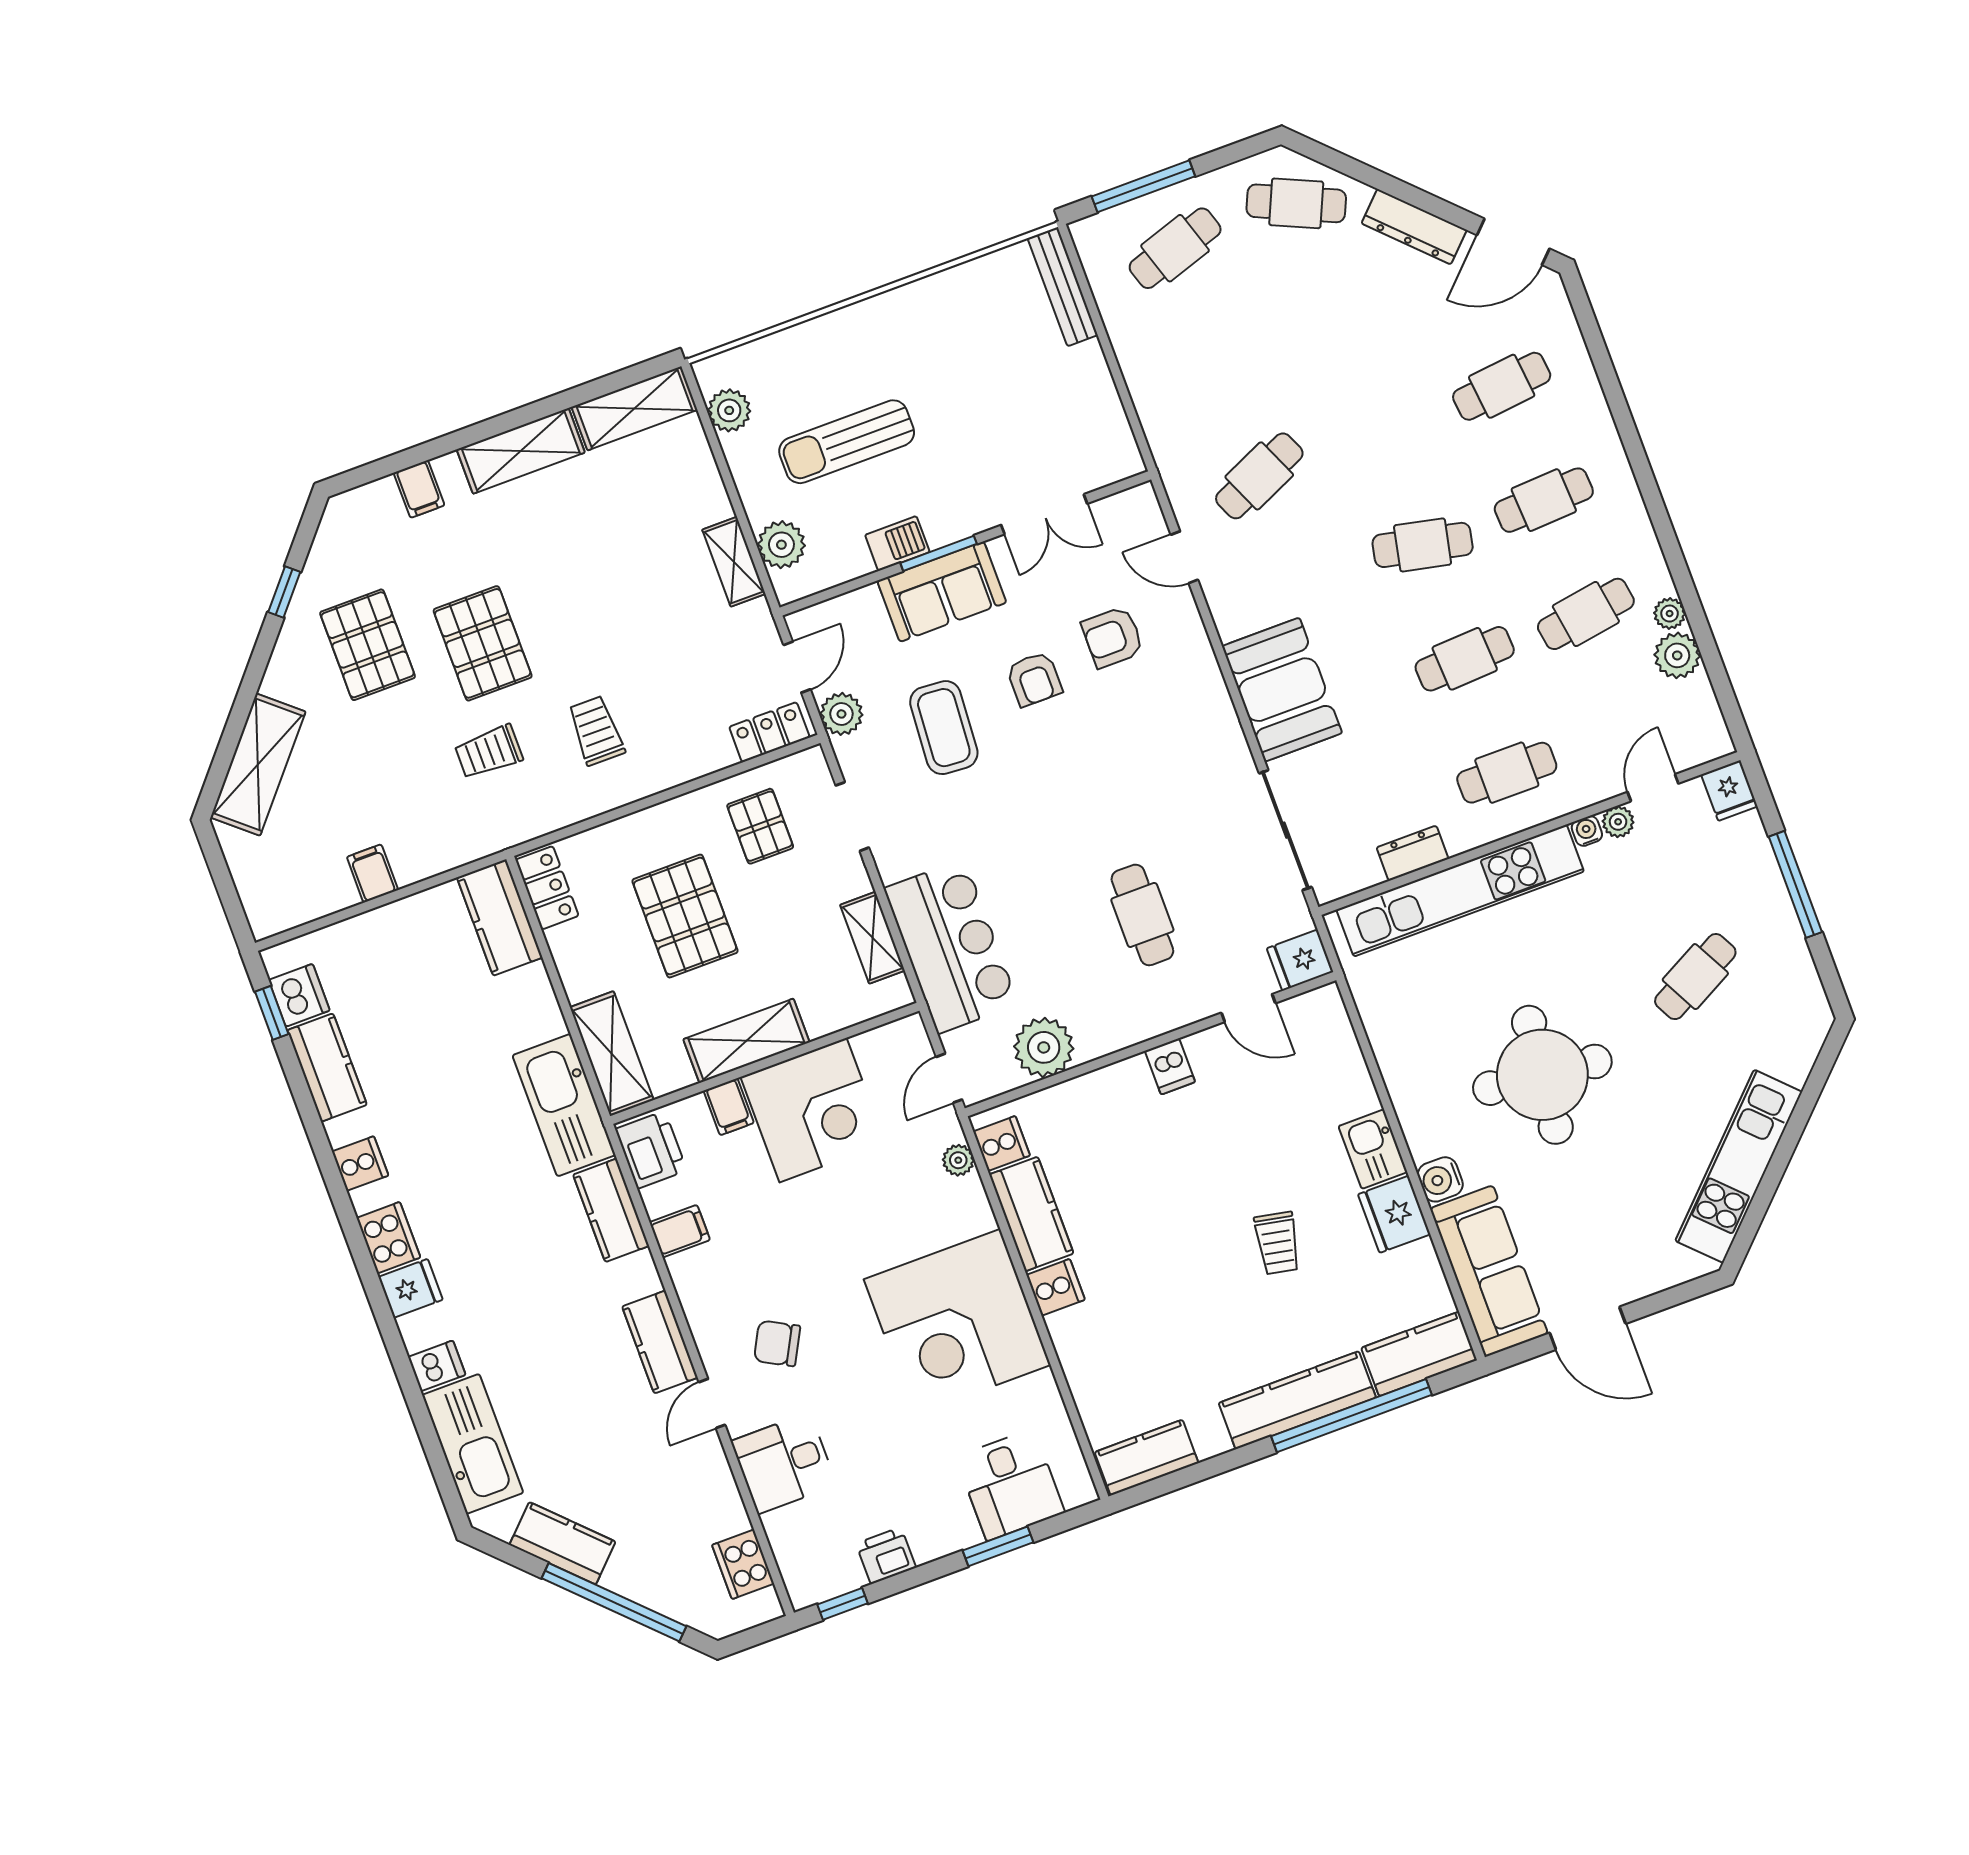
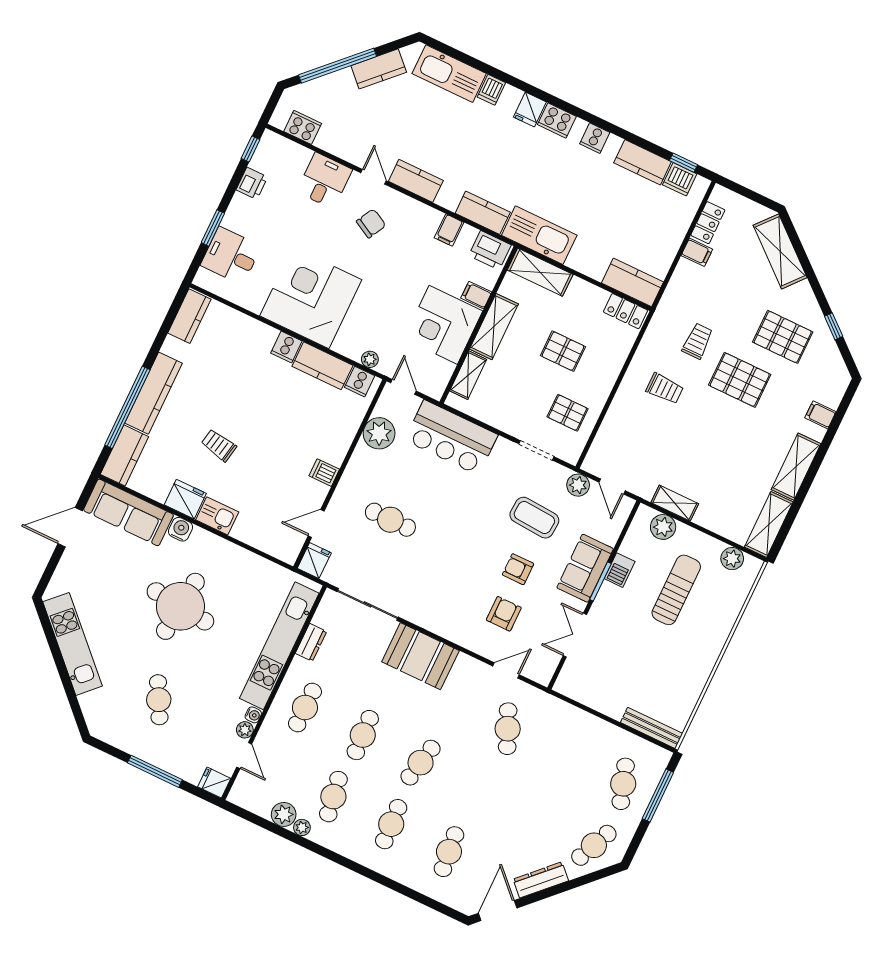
locker: (769, 732) -> (708, 223), moved
pallet: (685, 916) -> (563, 351), width x0.67, depth x0.71
shelving: (872, 938) -> (468, 375), moved, turned 90

